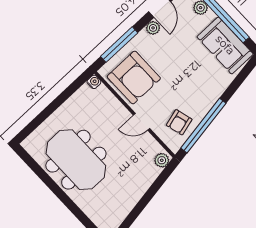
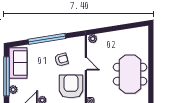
armchair: (179, 122) -> (61, 60), moved
window: (203, 126) -> (47, 39), moved

